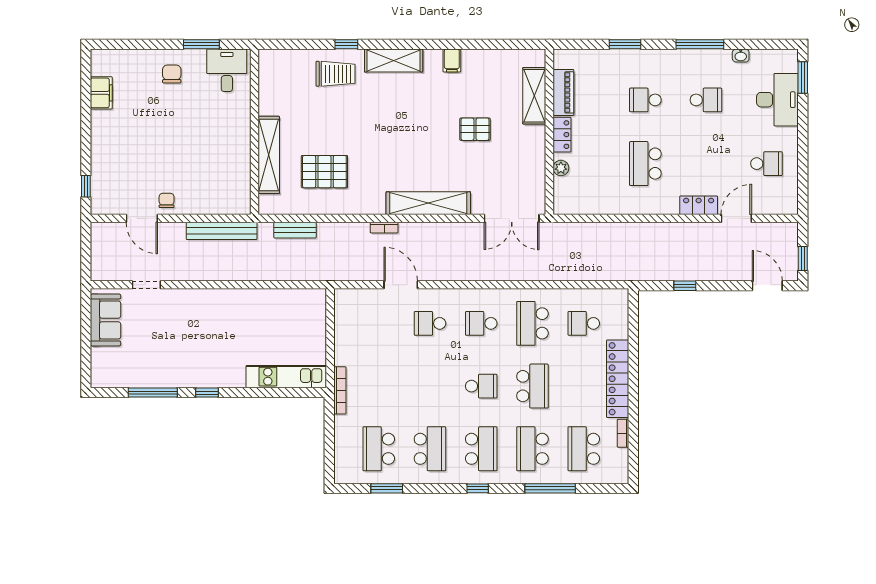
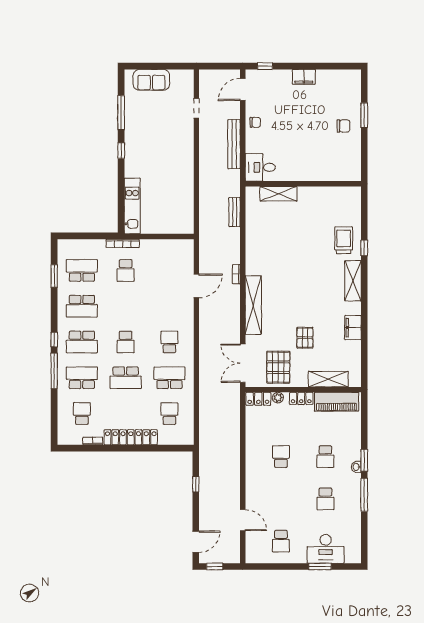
window: (201, 44) -> (364, 115), moved
window: (625, 44) -> (364, 460), moved
washbasin: (741, 56) -> (356, 467), moved
filing cabinet: (452, 60) -> (353, 328), width x2.00
desk: (227, 70) -> (260, 167), moved, turned 180
trolley: (335, 74) -> (344, 240), turned 180
window: (803, 77) -> (320, 567), moved
piano: (563, 92) -> (336, 402), width x1.37, depth x1.33
filing cabinet: (101, 93) -> (304, 77), moved
school desk: (645, 100) -> (325, 457), turned 180
shelving: (269, 155) -> (278, 194), width x0.68
school desk: (645, 164) -> (281, 457), width x0.54
pallet: (324, 172) -> (278, 367), moved
locker: (699, 205) -> (258, 399), moved, turned 90
door: (142, 218) -> (243, 89), moved
bench: (222, 231) -> (234, 144), moved
sofa: (106, 320) -> (151, 80), moved
school desk: (430, 323) -> (126, 270), moved, turned 180
school desk: (584, 449) -> (82, 414), width x0.54
window: (550, 488) -> (54, 371), moved

